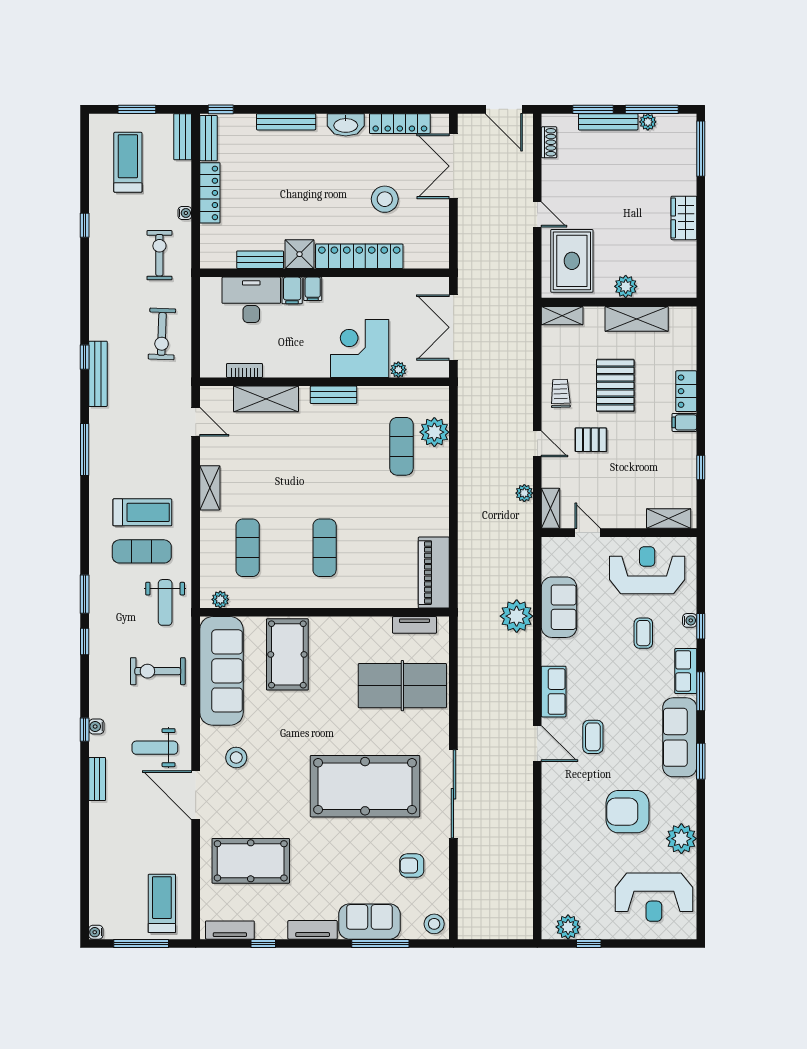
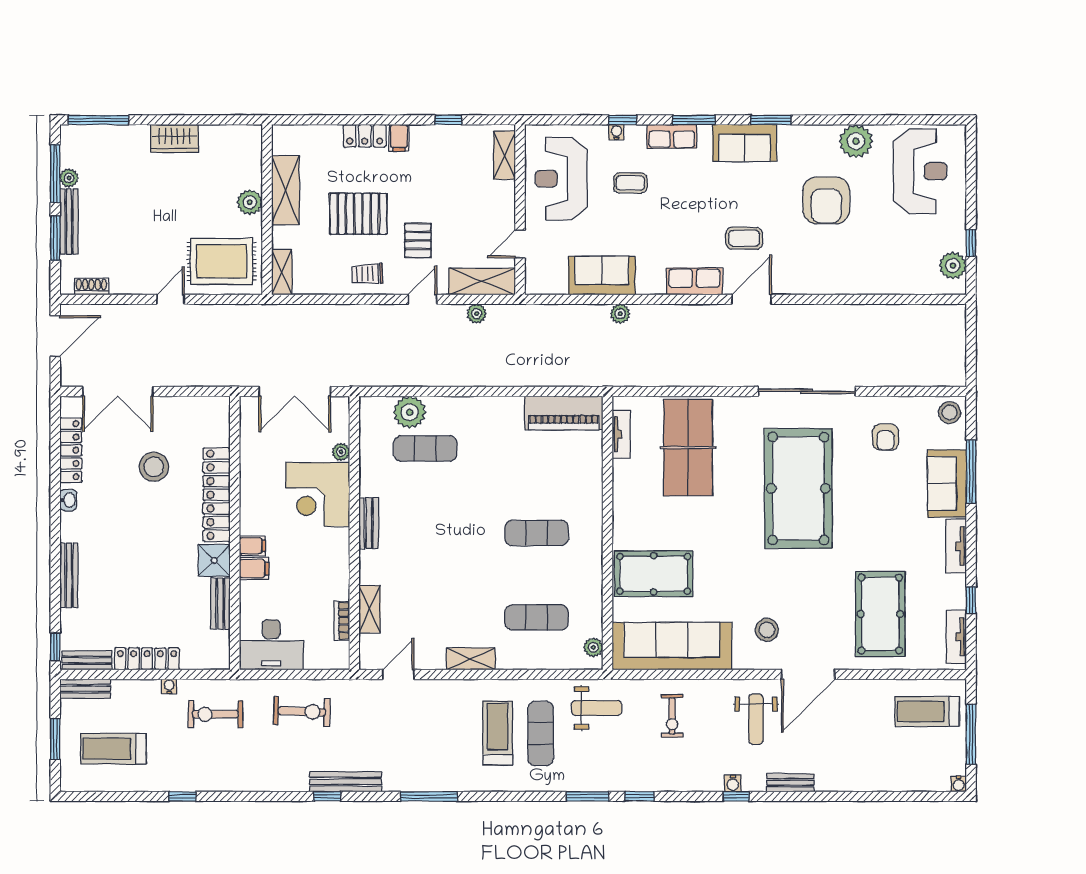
washbasin: (346, 125) -> (68, 500), width x0.52, depth x0.69
desk: (251, 300) -> (271, 645), moved, turned -90
shelving: (266, 399) -> (370, 609), width x0.67, depth x0.75
shelving: (551, 508) -> (482, 281), width x1.50, depth x1.33
plant: (517, 616) -> (620, 314), width x0.53, depth x0.53
exercise bike: (158, 671) -> (672, 716), width x0.73, depth x0.72
sofa: (680, 737) -> (745, 143), width x0.73

